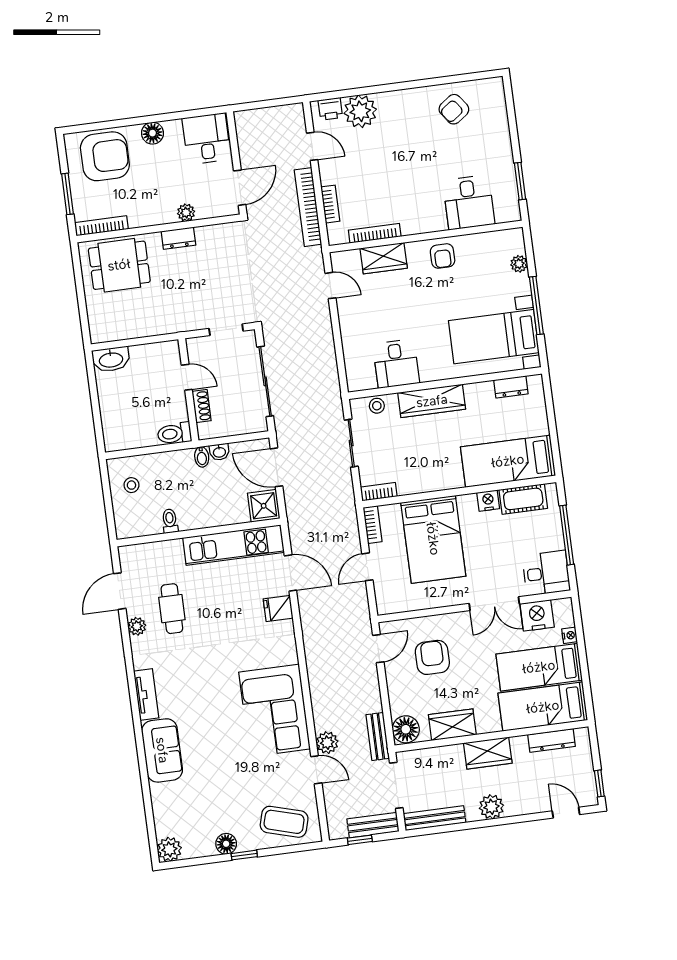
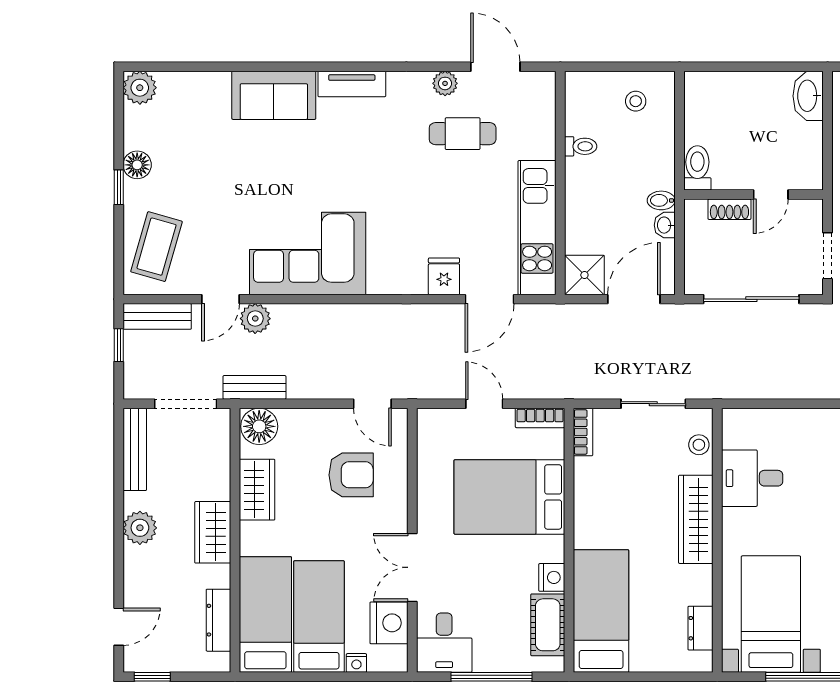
bench: (373, 825) -> (157, 316), moved, turned 90

